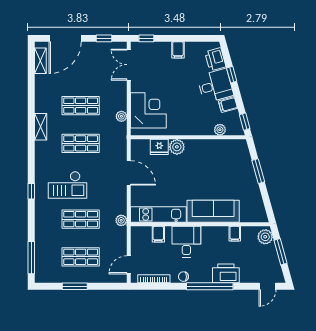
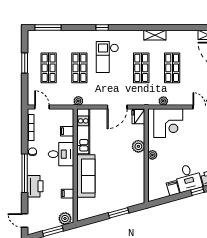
window: (245, 122) -> (159, 202), removed
plant: (220, 130) -> (152, 155), moved
fridge: (159, 147) -> (138, 117), moved

